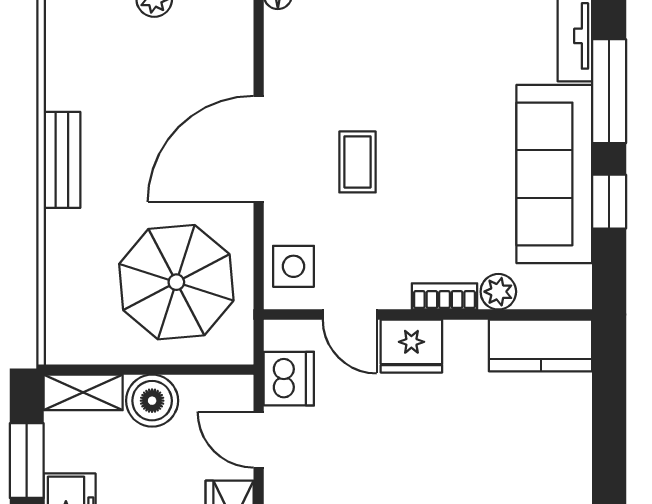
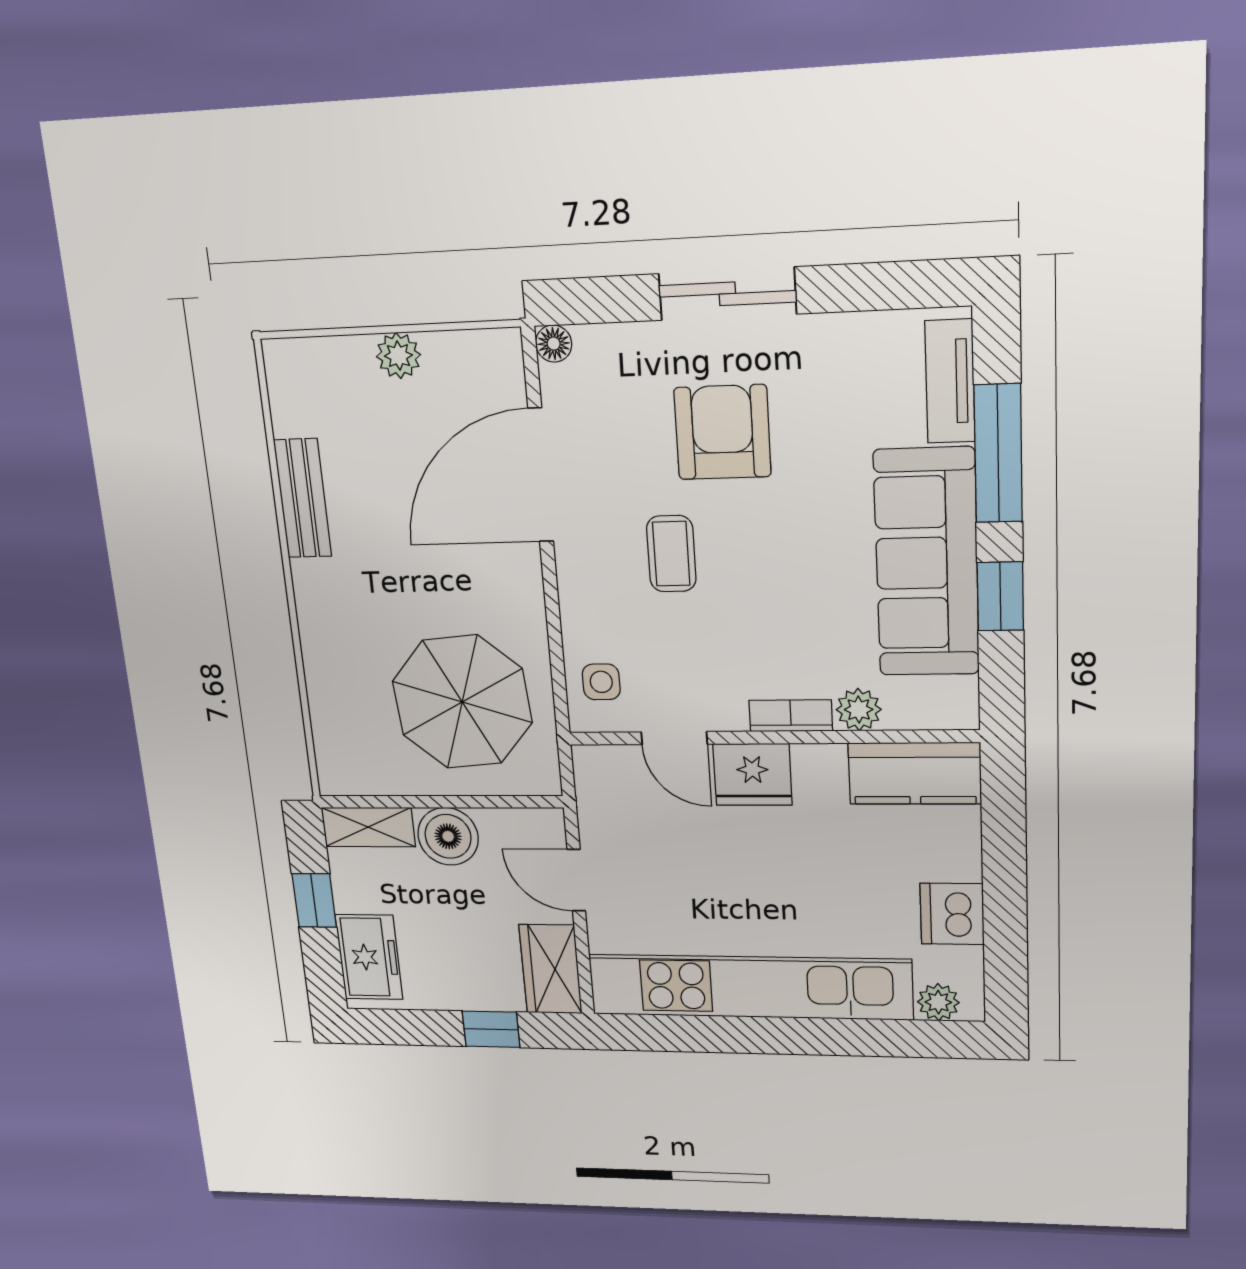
armchair: (403, 68) -> (723, 432), added
door: (259, 149) -> (541, 475), moved
bench: (62, 160) -> (303, 498), moved
side table: (294, 266) -> (601, 682), width x0.73, depth x0.73
dishwasher: (289, 379) -> (952, 914), moved, turned 180
window: (27, 461) -> (314, 900), width x0.67

